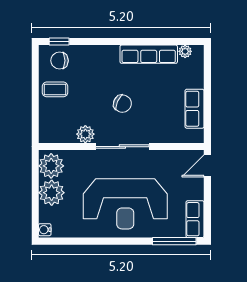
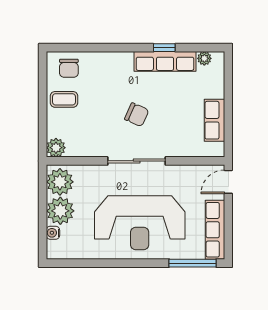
window: (59, 42) -> (164, 48), moved
chair: (60, 61) -> (69, 68), turned -90
plant: (85, 134) -> (56, 148), moved
row of seats: (195, 219) -> (215, 230), width x1.48
water cooler: (45, 230) -> (53, 233), moved

